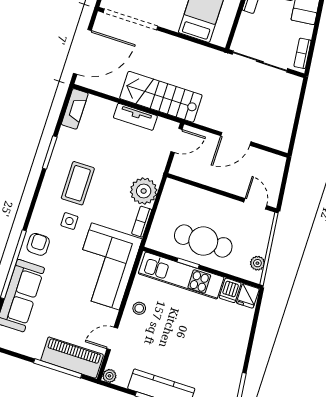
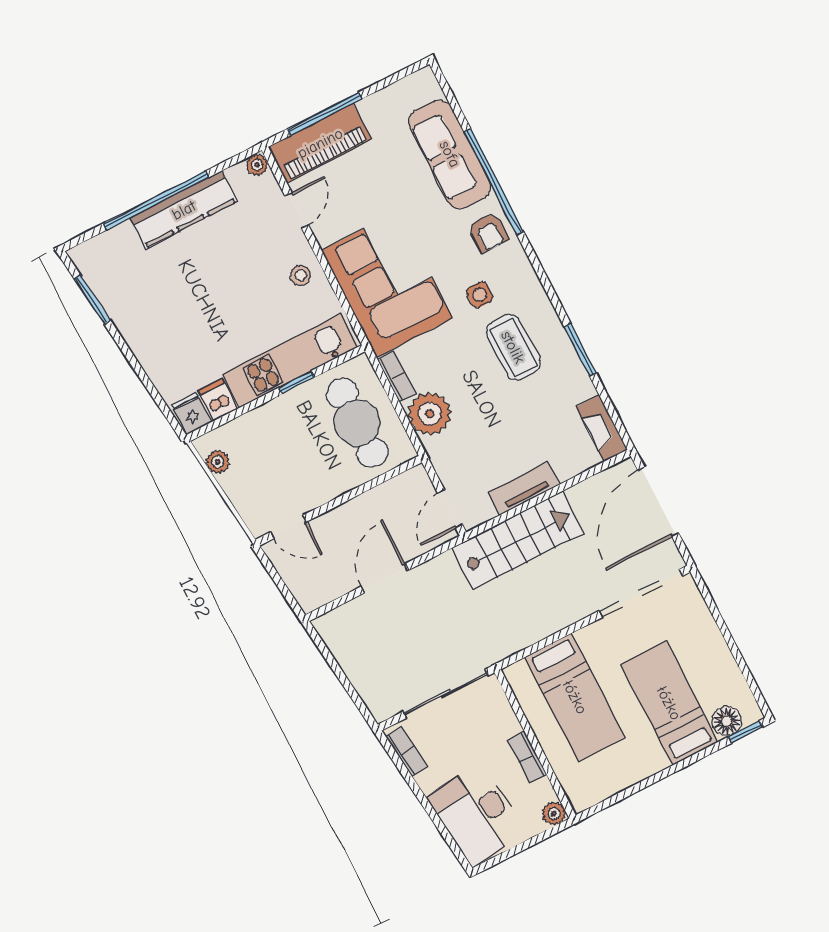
cafe table: (203, 241) -> (357, 423), moved, turned 90

